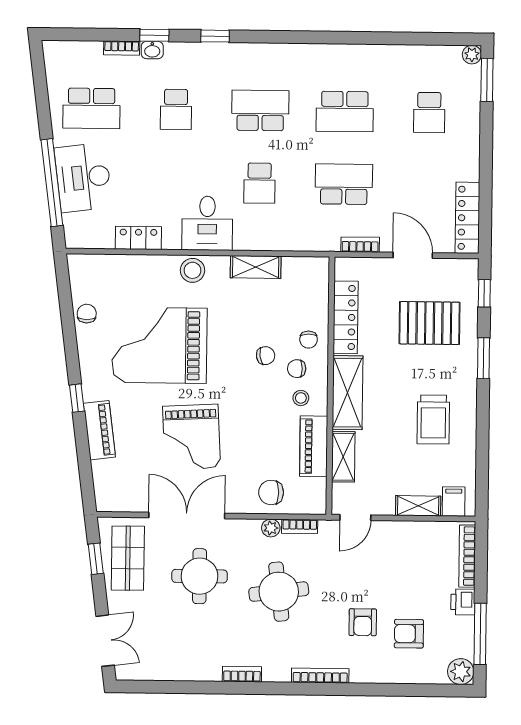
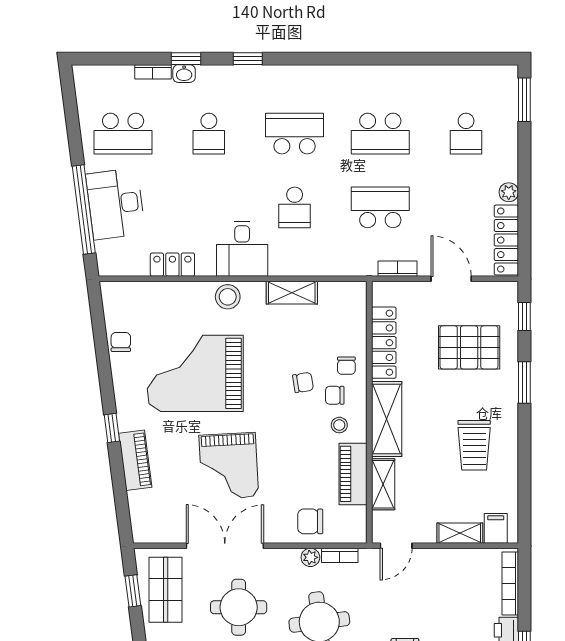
plant: (472, 55) -> (509, 192), moved

